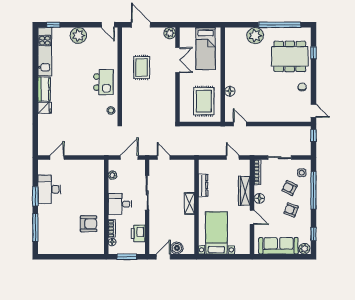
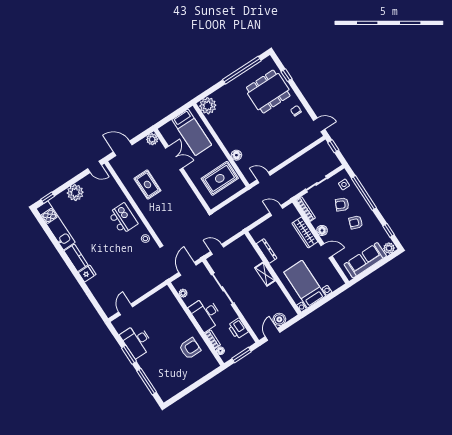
plant: (255, 36) -> (208, 106), moved
rug: (204, 101) -> (220, 178), turned 90
desk: (120, 204) -> (206, 314), width x1.37

